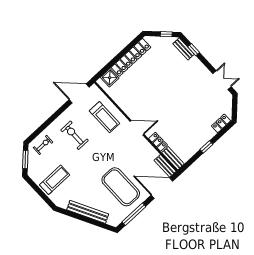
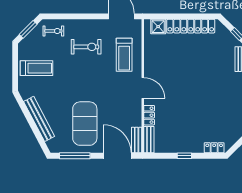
exercise bike: (75, 135) -> (86, 47), turned 90

